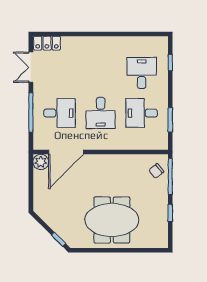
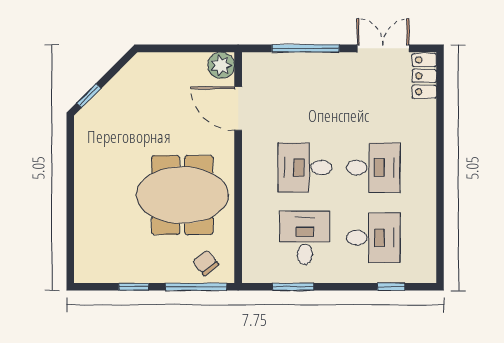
desk: (60, 113) -> (373, 168), moved, turned -90
door: (66, 152) -> (238, 109), width x0.73
meeting table: (112, 220) -> (182, 195), moved, turned 90

